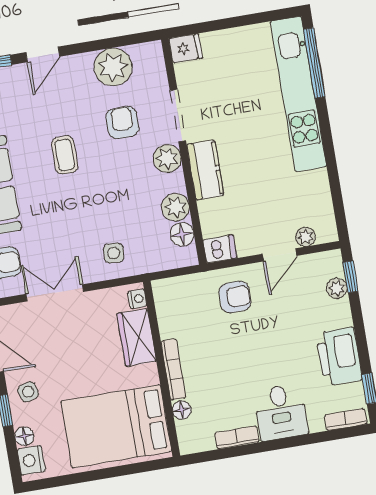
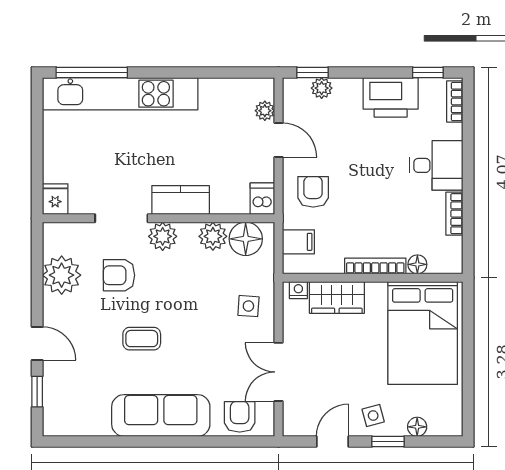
floor lamp: (182, 234) -> (246, 239), width x1.38, depth x1.38
filing cabinet: (184, 291) -> (298, 242), added
nightstand: (31, 460) -> (442, 424), removed

